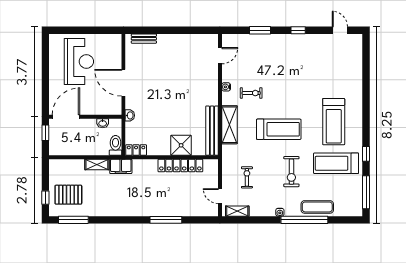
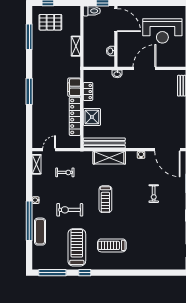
door: (220, 56) -> (167, 150), width x1.88
exercise bike: (251, 93) -> (154, 194), moved
treadmill: (334, 122) -> (112, 245), width x0.73, depth x0.73
treadmill: (279, 129) -> (105, 199), width x0.73, depth x0.73
toilet: (116, 145) -> (92, 11), moved
locker: (136, 150) -> (88, 91), moved
filing cabinet: (121, 166) -> (74, 87), moved
pallet: (68, 195) -> (50, 22), turned 90
window: (73, 220) -> (29, 37), moved
window: (166, 220) -> (29, 91), moved

